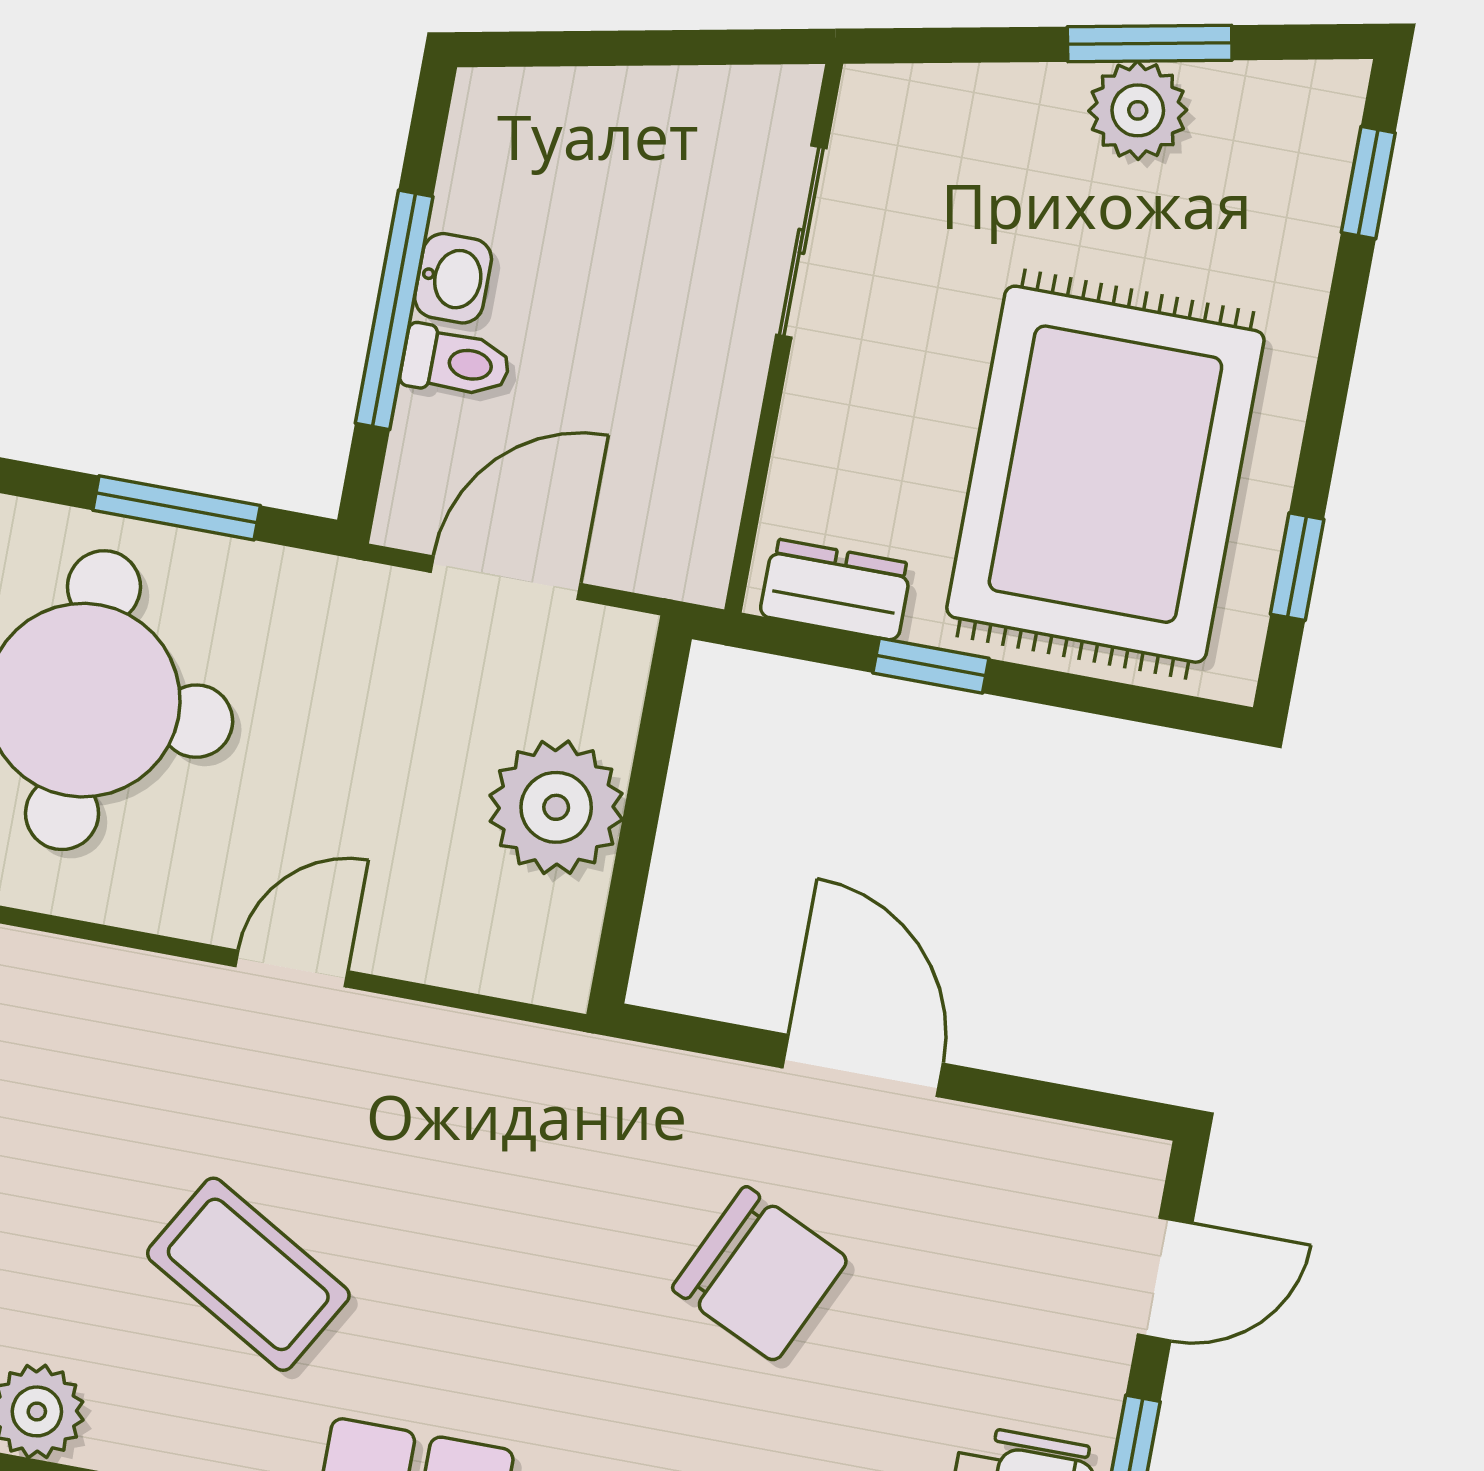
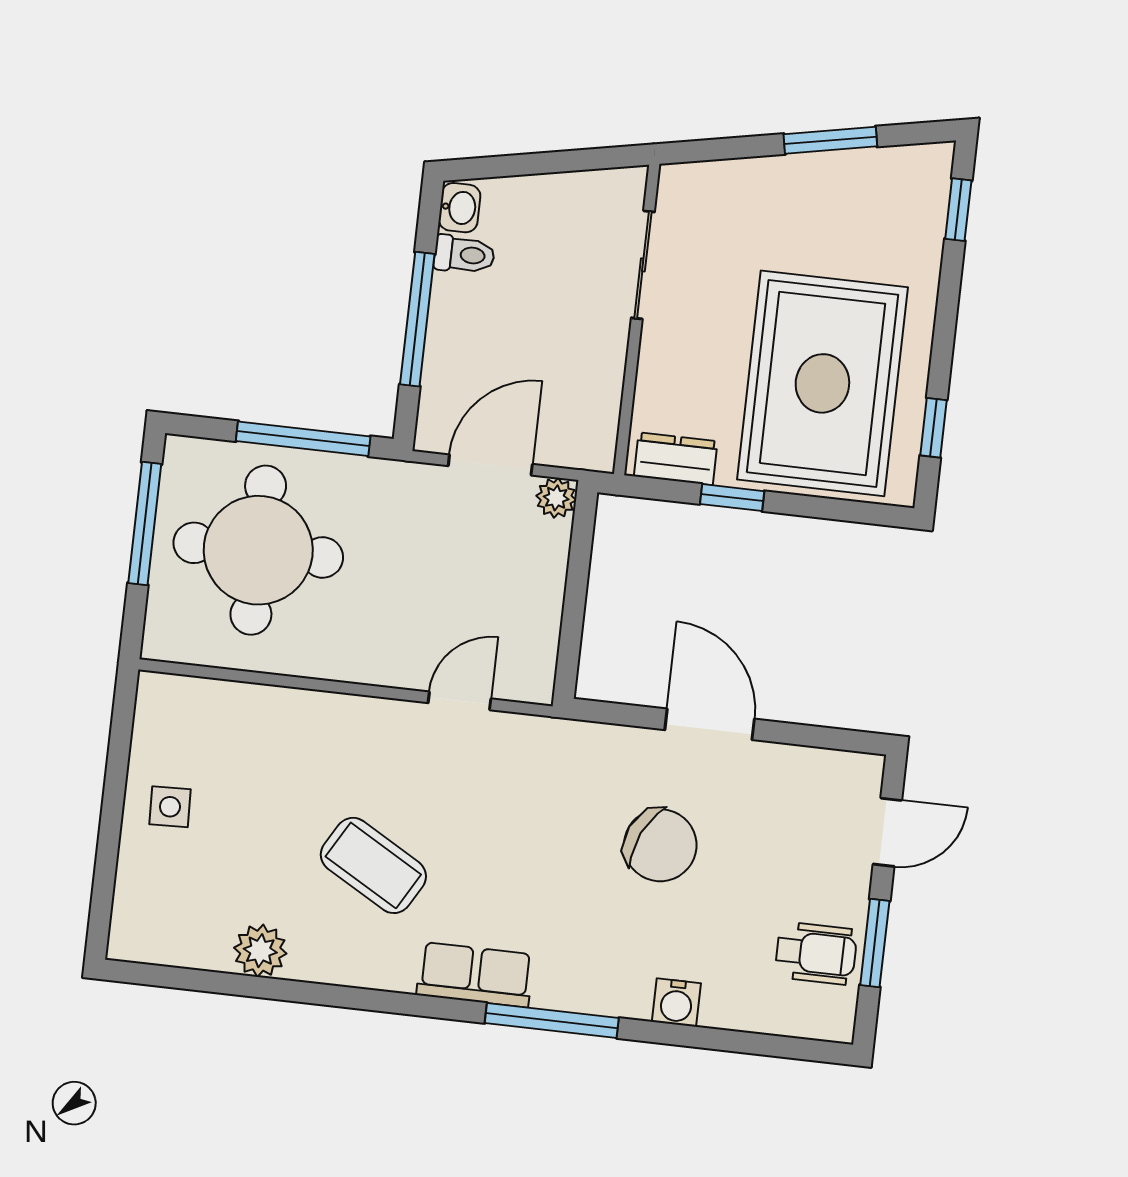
plant: (1138, 110) -> (826, 178), removed
washbasin: (453, 278) -> (460, 208), moved
toilet: (456, 362) -> (464, 255), moved
window: (177, 508) -> (303, 439), width x1.44
plant: (556, 807) -> (556, 498), moved, width x0.53, depth x0.53
door: (292, 969) -> (460, 701), moved

